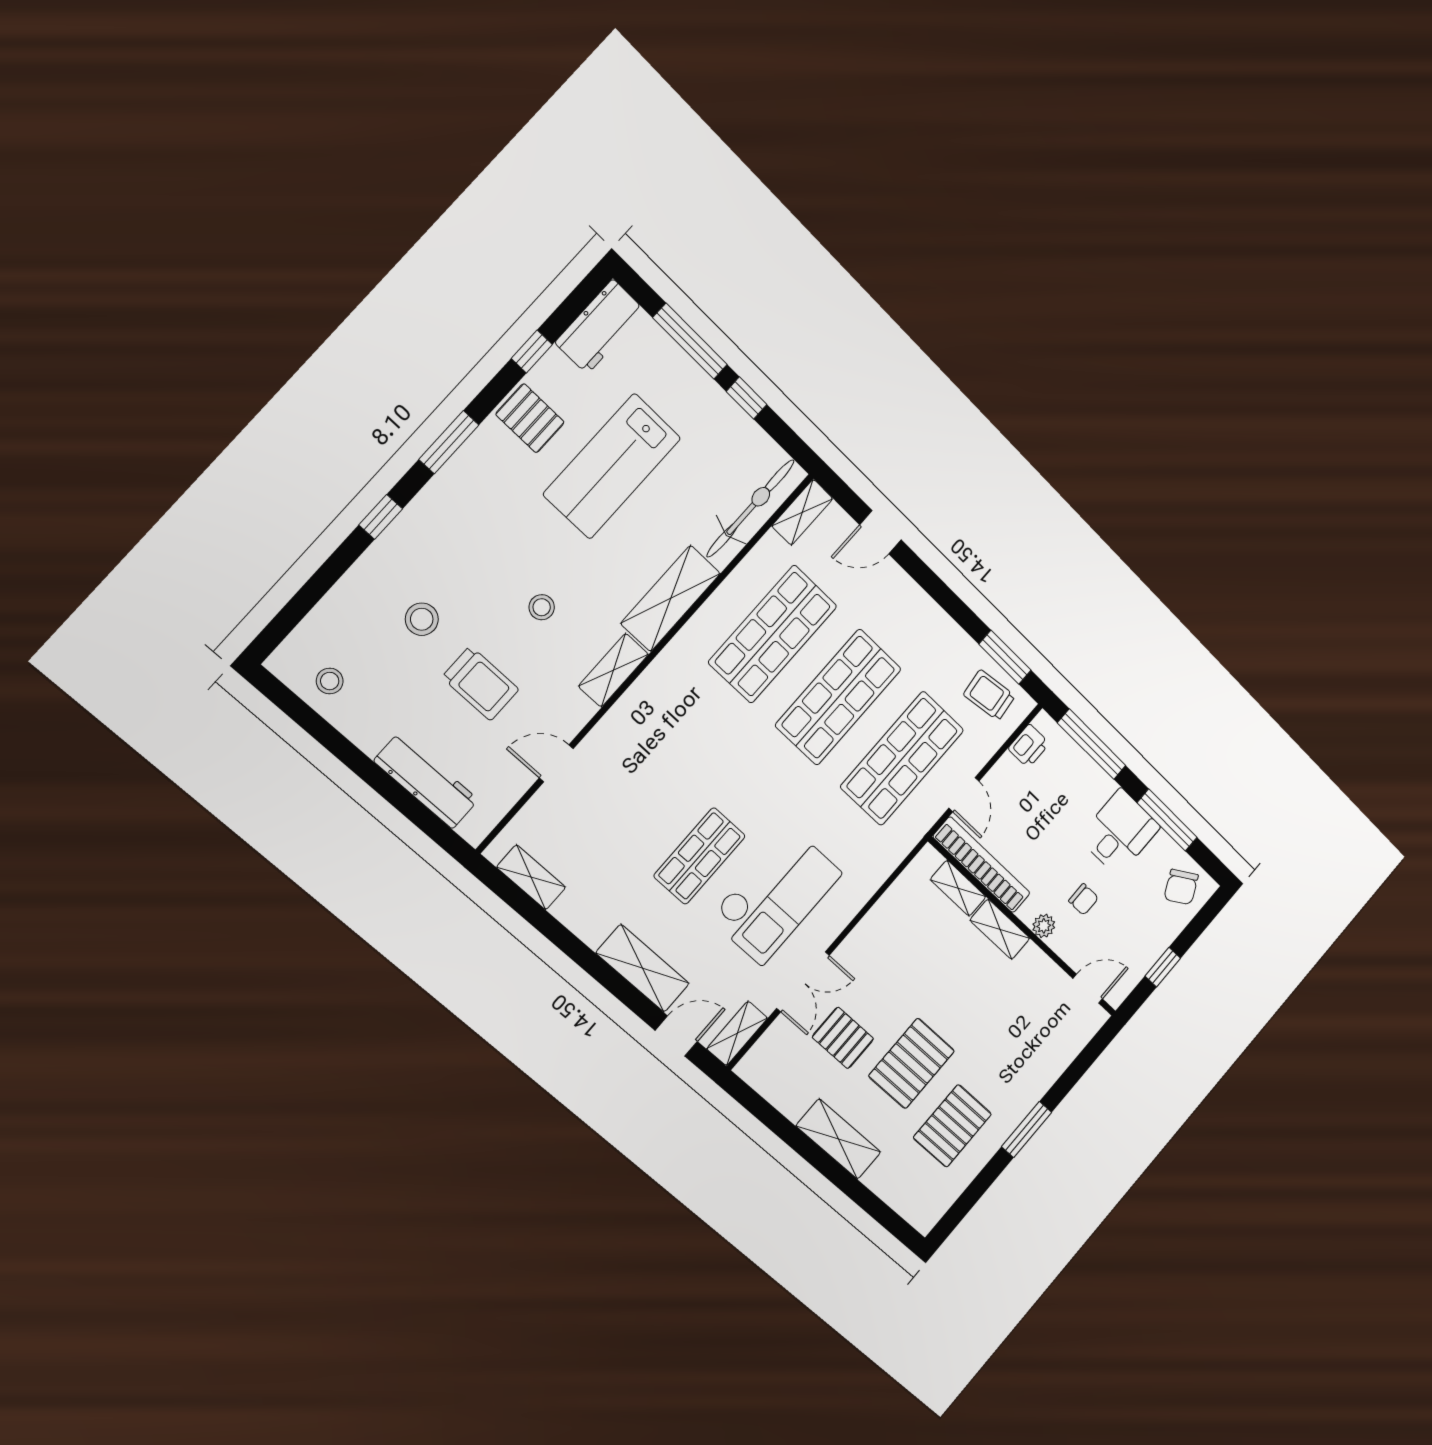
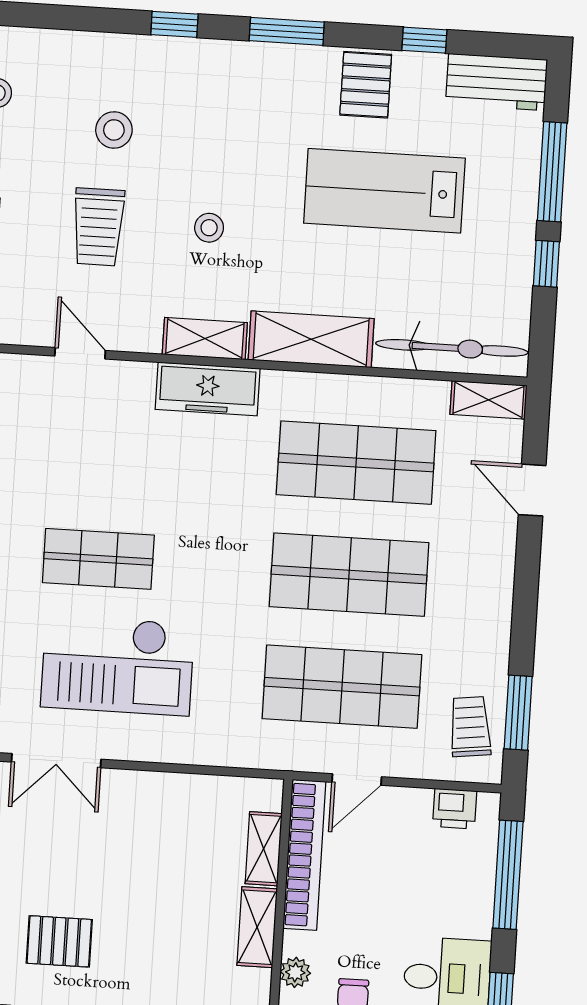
freezer: (648, 695) -> (208, 389), added
pallet: (843, 1038) -> (32, 847), removed
pallet: (912, 1063) -> (59, 941), width x0.67, depth x0.71

